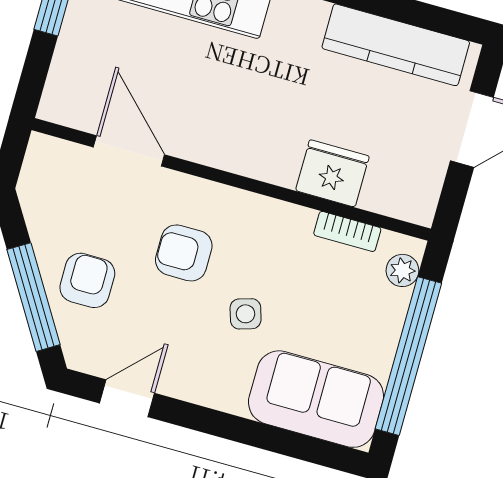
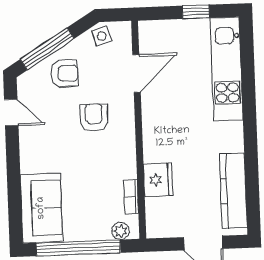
side table: (246, 314) -> (102, 36), moved

